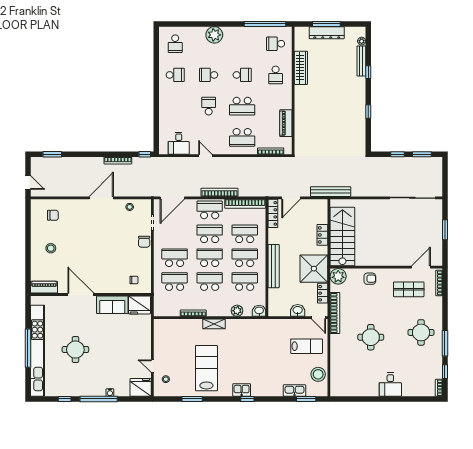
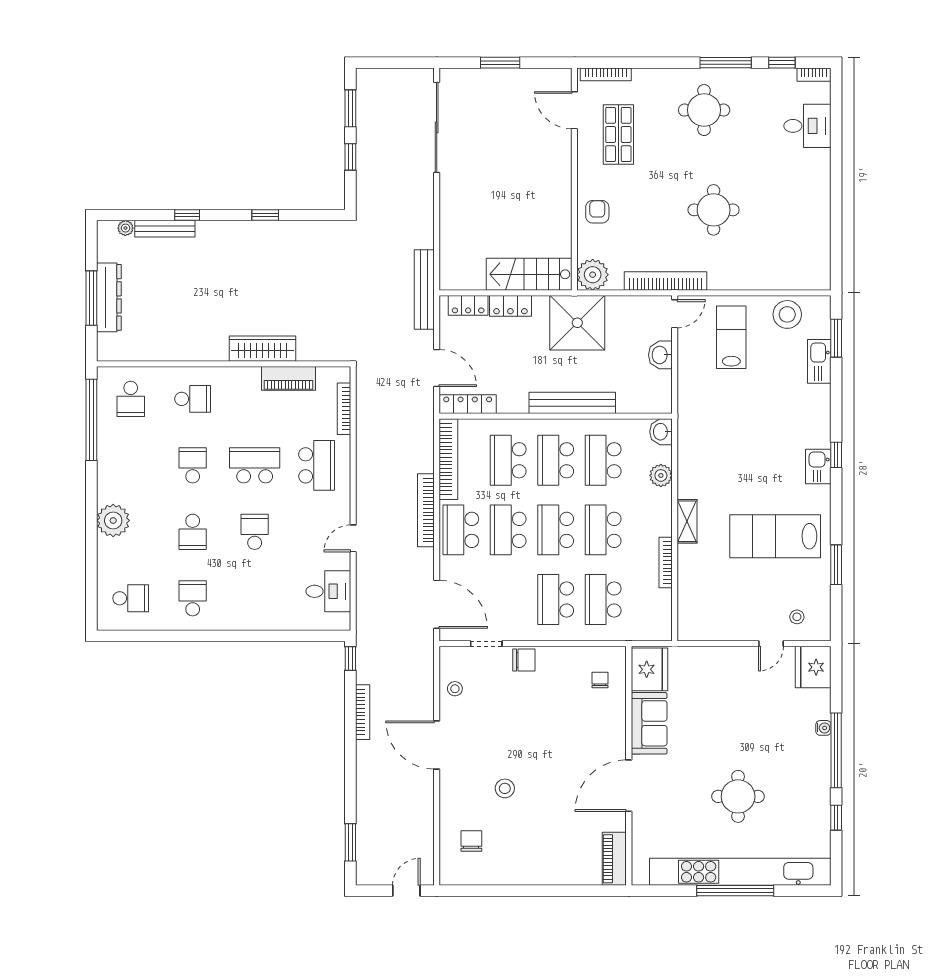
wardrobe: (301, 68) -> (263, 349), moved
school desk: (209, 106) -> (255, 532), turned 90
school desk: (242, 106) -> (255, 465), turned -90
stairs: (342, 237) -> (529, 274), width x0.73, depth x0.66
stool: (51, 248) -> (505, 788), moved
locker: (323, 293) -> (468, 305), moved
desk: (390, 384) -> (807, 126), moved

